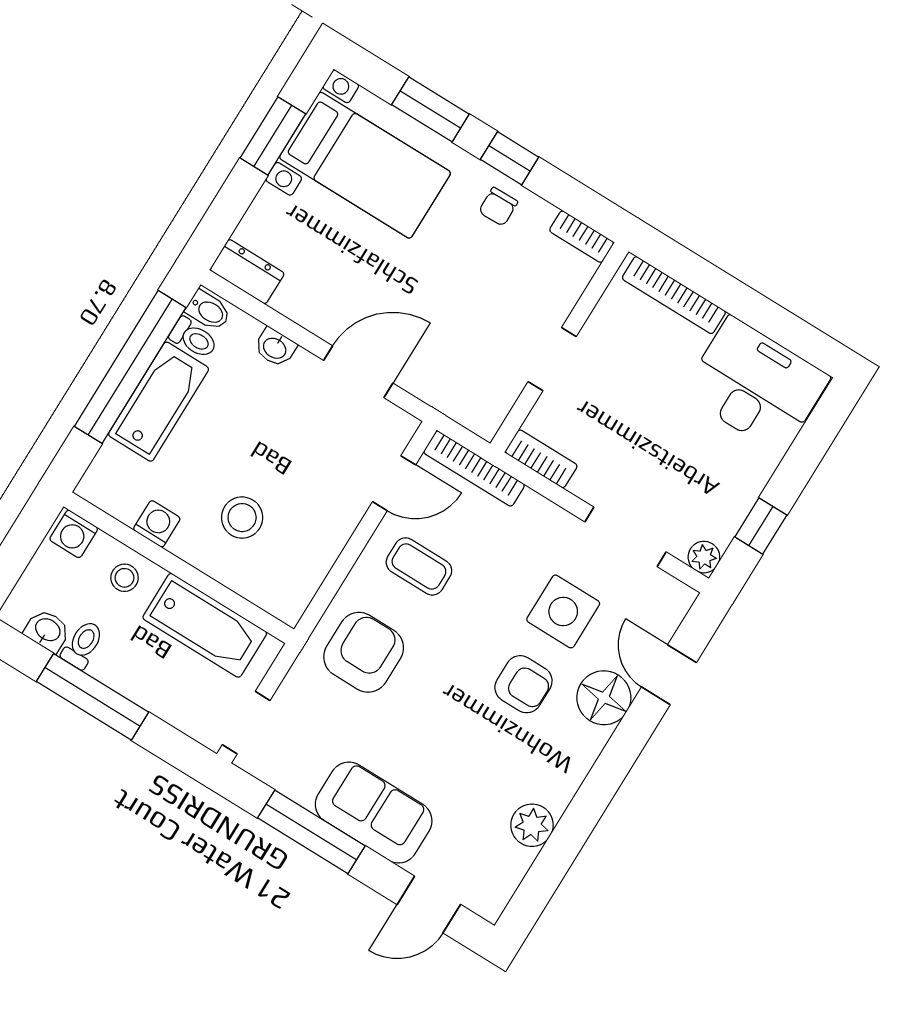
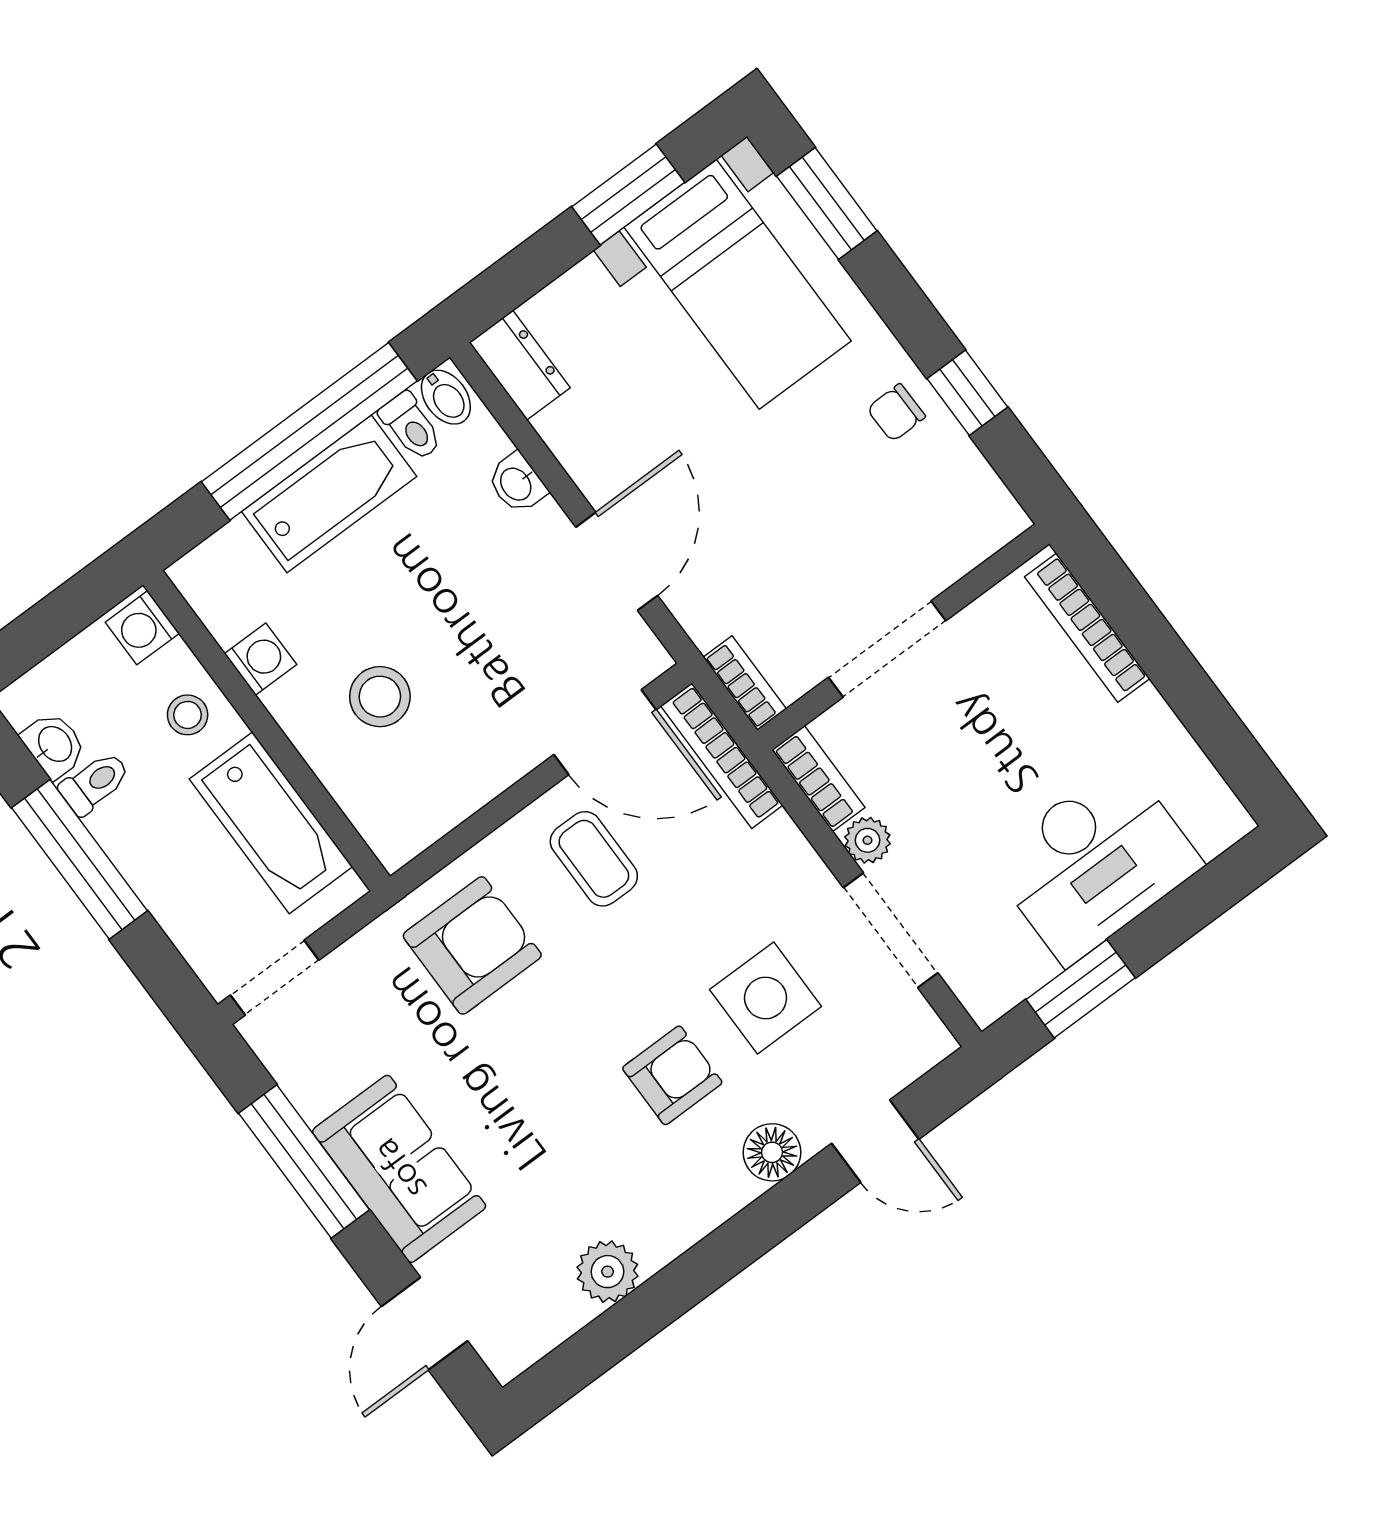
window: (430, 109) -> (827, 204), moved
window: (510, 158) -> (967, 393), moved
bookcase: (582, 237) -> (745, 683), moved, turned 180
doorway: (552, 359) -> (887, 649), width x1.38
door: (358, 372) -> (617, 561), hinge flipped
desk: (756, 385) -> (1095, 862), moved, turned 90
door: (394, 483) -> (605, 732), width x1.38
window: (761, 526) -> (1081, 989), width x1.50
plant: (704, 557) -> (868, 840), moved
door: (669, 675) -> (875, 1141), swing flipped
armchair: (523, 684) -> (672, 1075), turned -90
floor lamp: (604, 698) -> (772, 1152), width x0.73, depth x0.73
door: (429, 905) -> (424, 1324), hinge flipped

